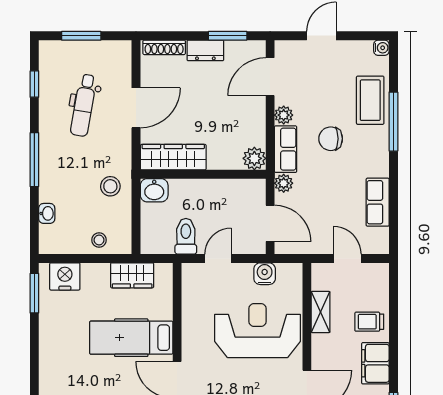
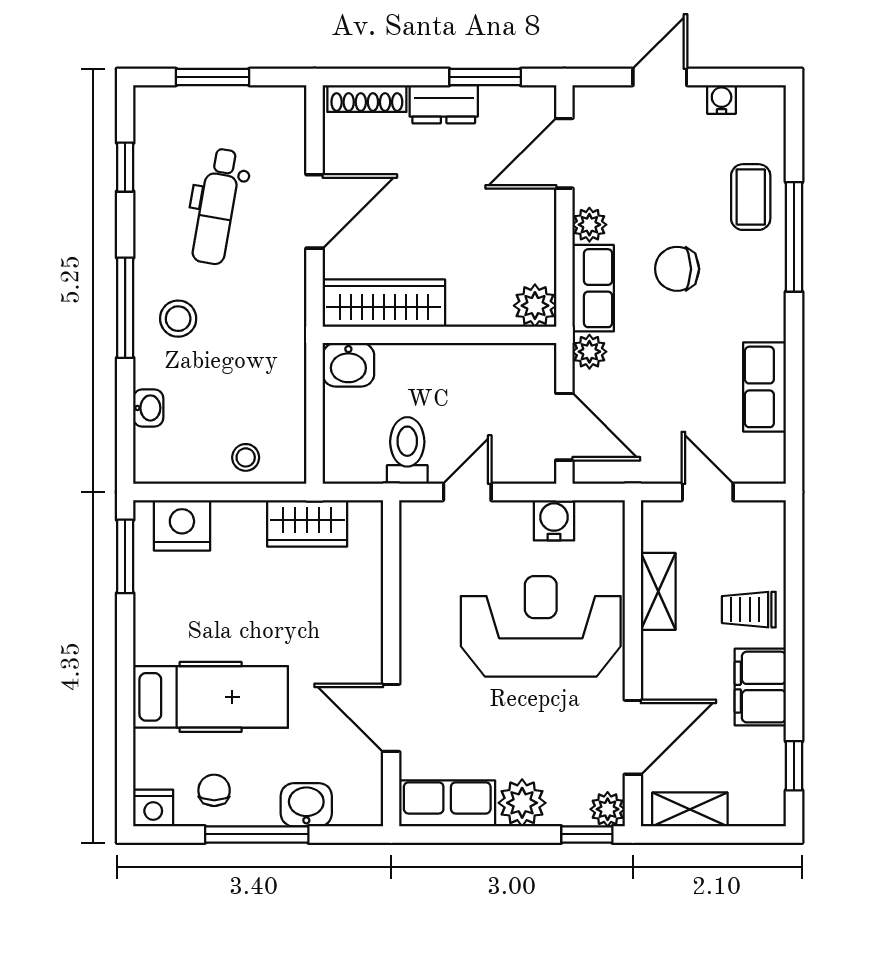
water cooler: (381, 48) -> (722, 99), moved, turned -90
coffee table: (370, 100) -> (751, 197), width x0.73, depth x0.77
stool: (110, 186) -> (178, 319), moved
hospital bed: (131, 338) -> (211, 697), moved, turned 180

